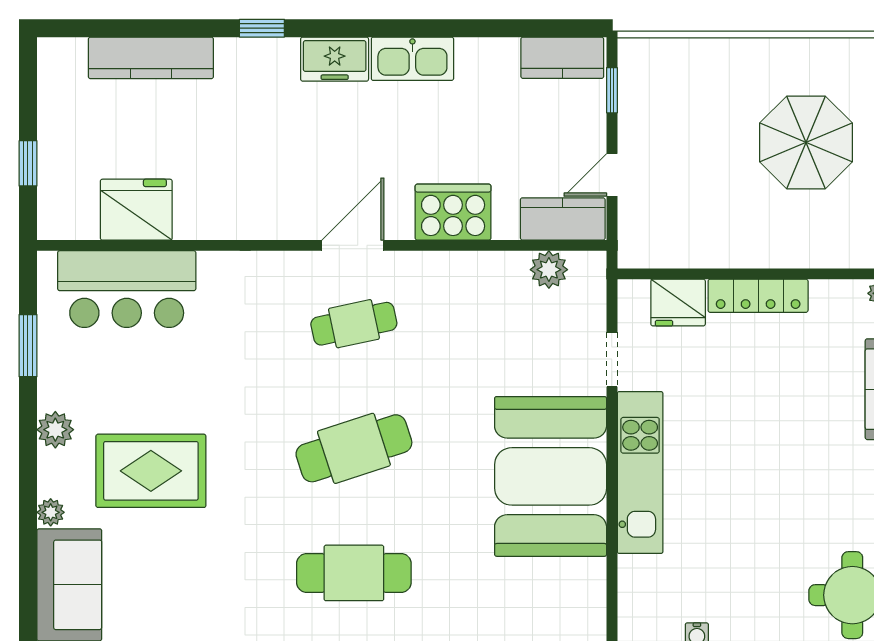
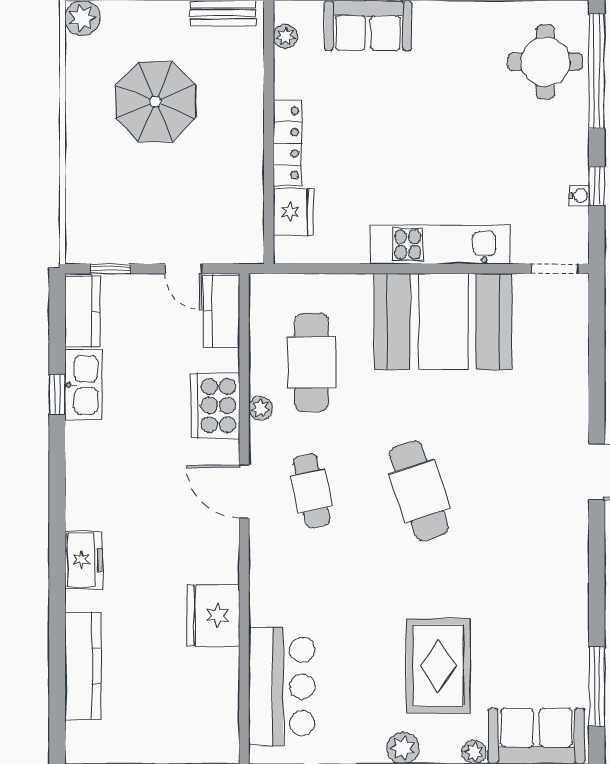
window: (262, 28) -> (57, 395), moved
freezer: (335, 59) -> (84, 560), moved
kitchen sink: (412, 59) -> (83, 385), moved
fridge: (136, 210) -> (213, 615), moved
plant: (549, 270) -> (260, 408), moved, width x0.73, depth x0.73
doorway: (612, 360) -> (555, 269), moved
cafe table: (354, 573) -> (312, 362), moved

